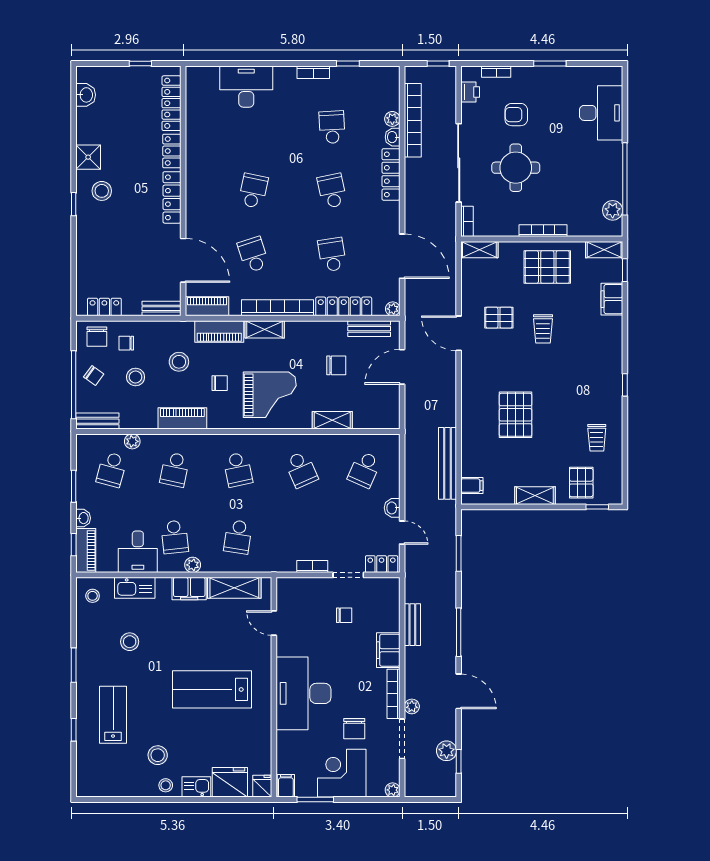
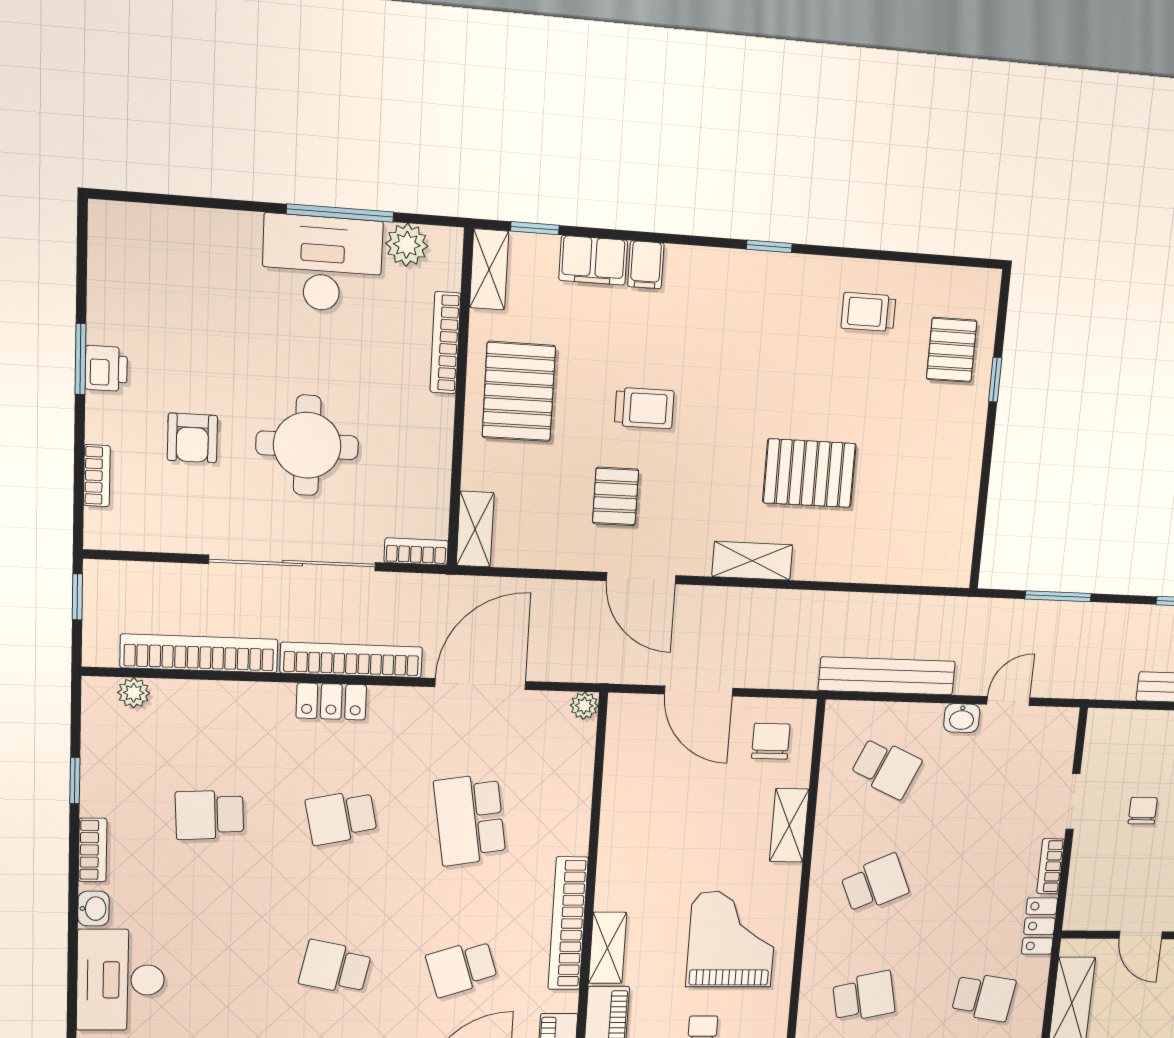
printer: (470, 92) -> (106, 368), moved, turned 90
desk: (601, 113) -> (322, 264), moved
plant: (392, 119) -> (134, 693), moved
washbasin: (393, 137) -> (93, 909), moved, turned -90
locker: (391, 174) -> (331, 701), width x0.66
window: (625, 179) -> (340, 213), width x0.68
bookcase: (412, 193) -> (351, 660), added
bookcase: (543, 231) -> (445, 343), moved
school desk: (332, 255) -> (470, 820), width x1.85
locker: (344, 306) -> (573, 799), removed
bench: (369, 329) -> (620, 752), removed
door: (459, 333) -> (641, 578), hinge flipped
chair: (336, 365) -> (771, 741), moved
trolley: (597, 438) -> (868, 312), turned 180
bench: (447, 463) -> (887, 676), moved
pallet: (581, 483) -> (952, 350), turned 90
filing cabinet: (472, 486) -> (646, 265), moved, turned 180
shelving: (535, 496) -> (752, 561), moved, turned 90
window: (597, 507) -> (995, 380), moved
locker: (382, 564) -> (1039, 926), moved
door: (274, 623) -> (1141, 935), hinge flipped

